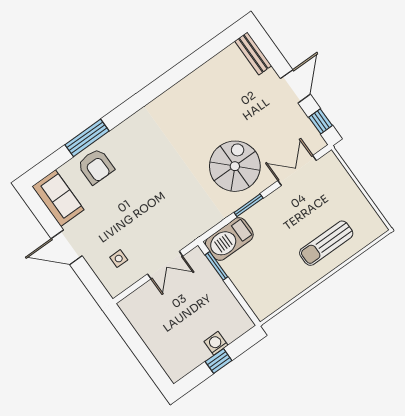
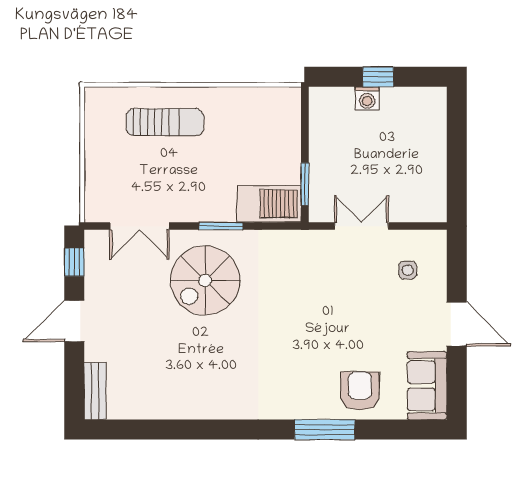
window: (87, 138) -> (325, 430), moved

